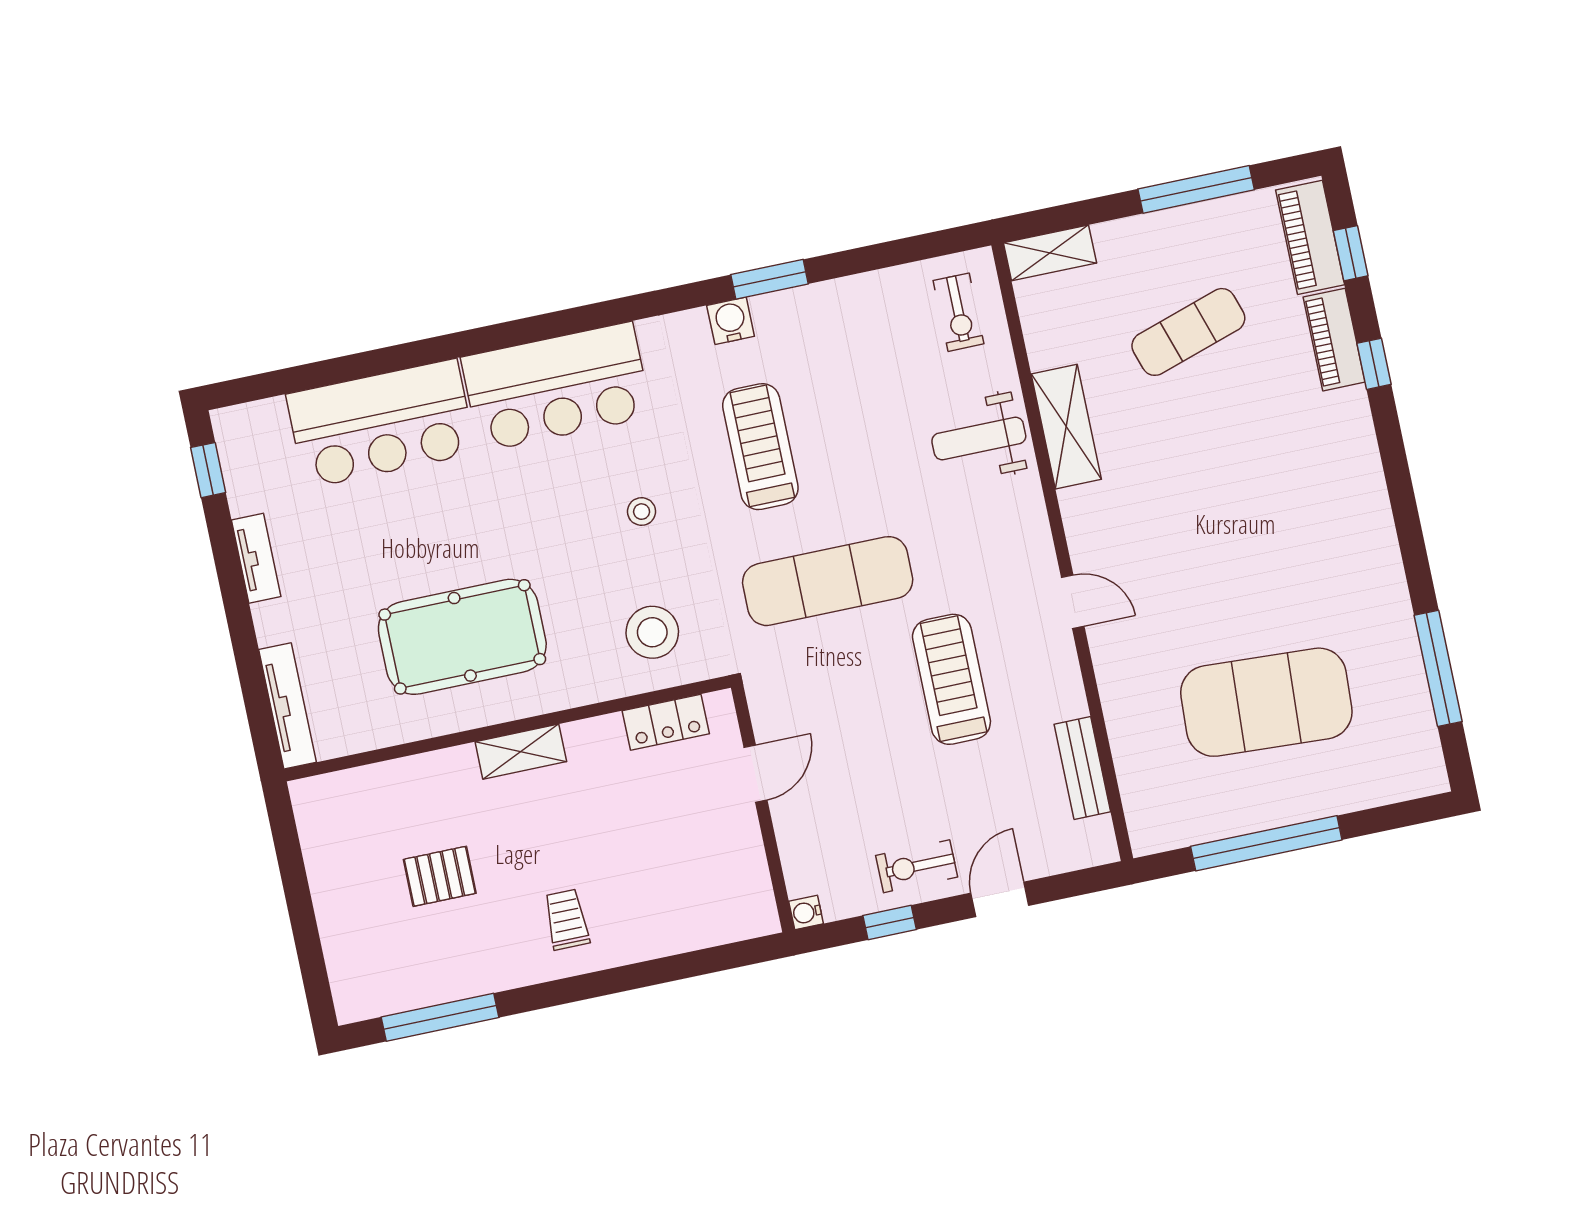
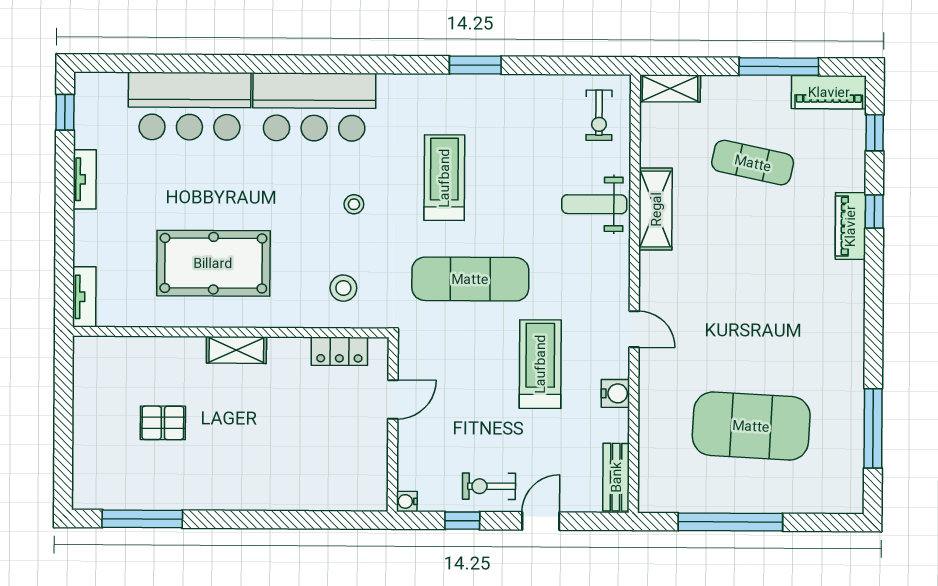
piano: (1310, 237) -> (829, 92), moved, turned -90
water cooler: (731, 321) -> (615, 393), moved, turned 90
exercise mat: (1188, 332) -> (753, 163), turned 30
piano: (1334, 340) -> (850, 226), moved
stool: (652, 632) -> (343, 288), width x0.73, depth x0.73
tv unit: (288, 706) -> (84, 297), width x0.71
bench: (1082, 768) -> (616, 477), moved
trolley: (567, 920) -> (243, 471), removed

